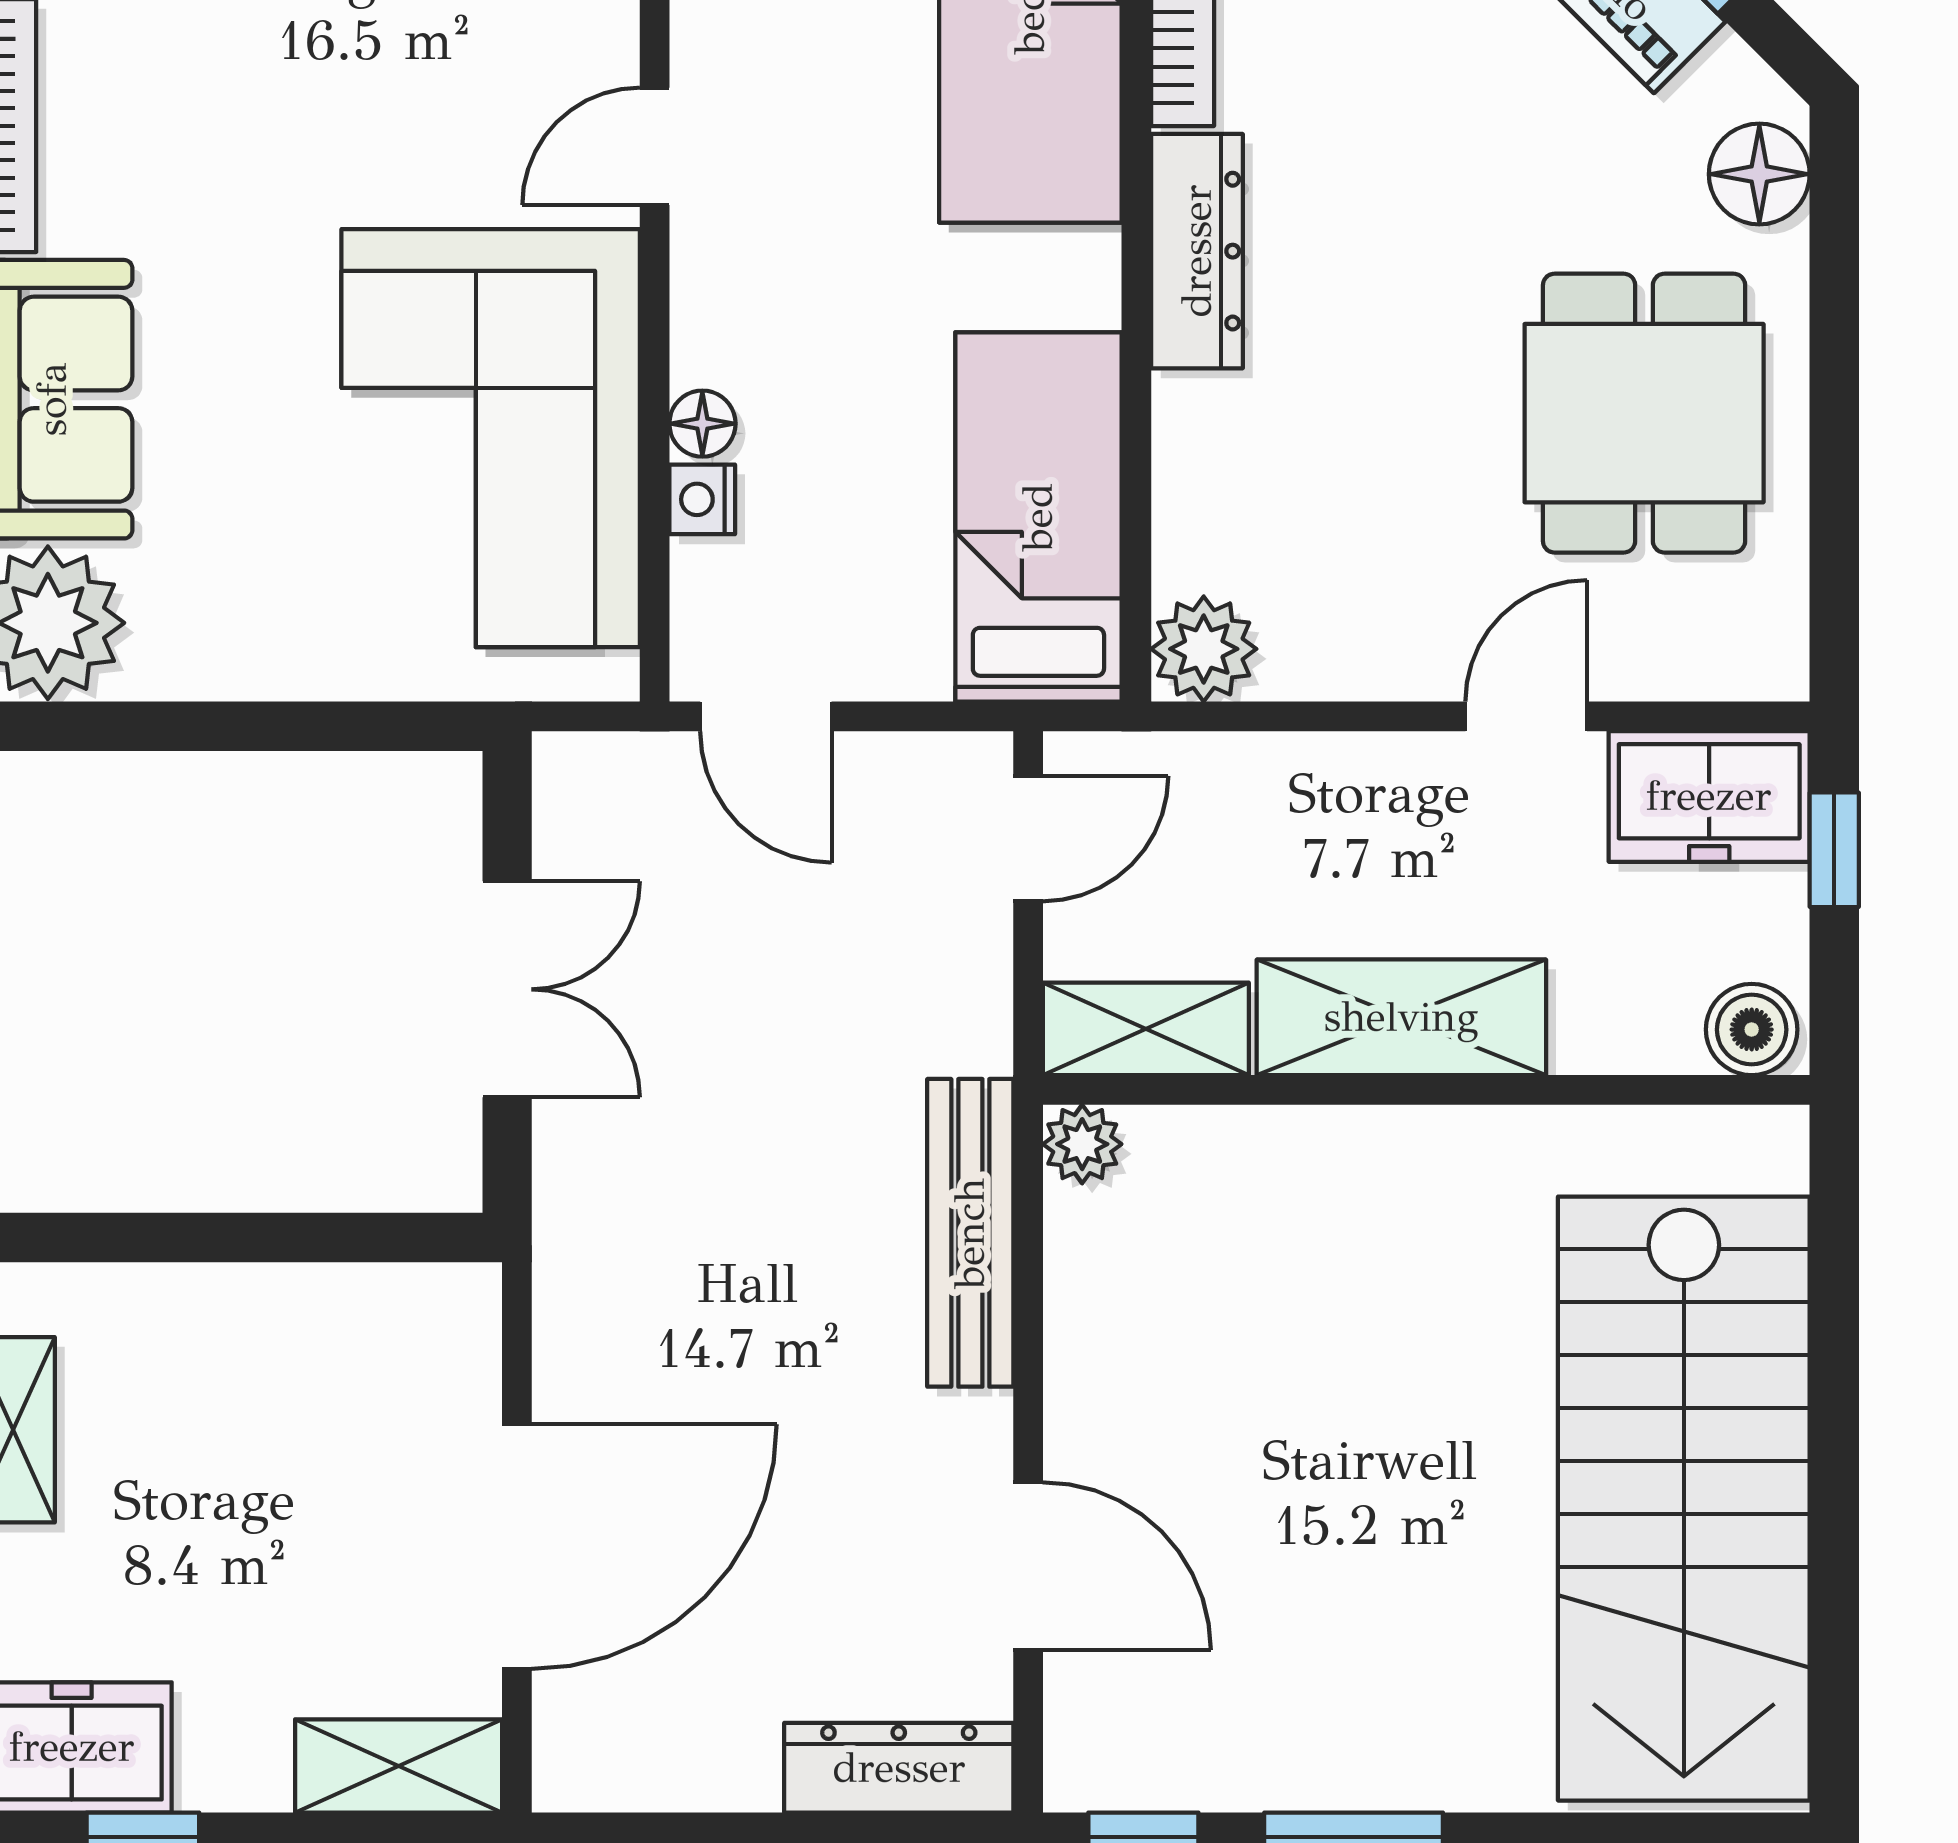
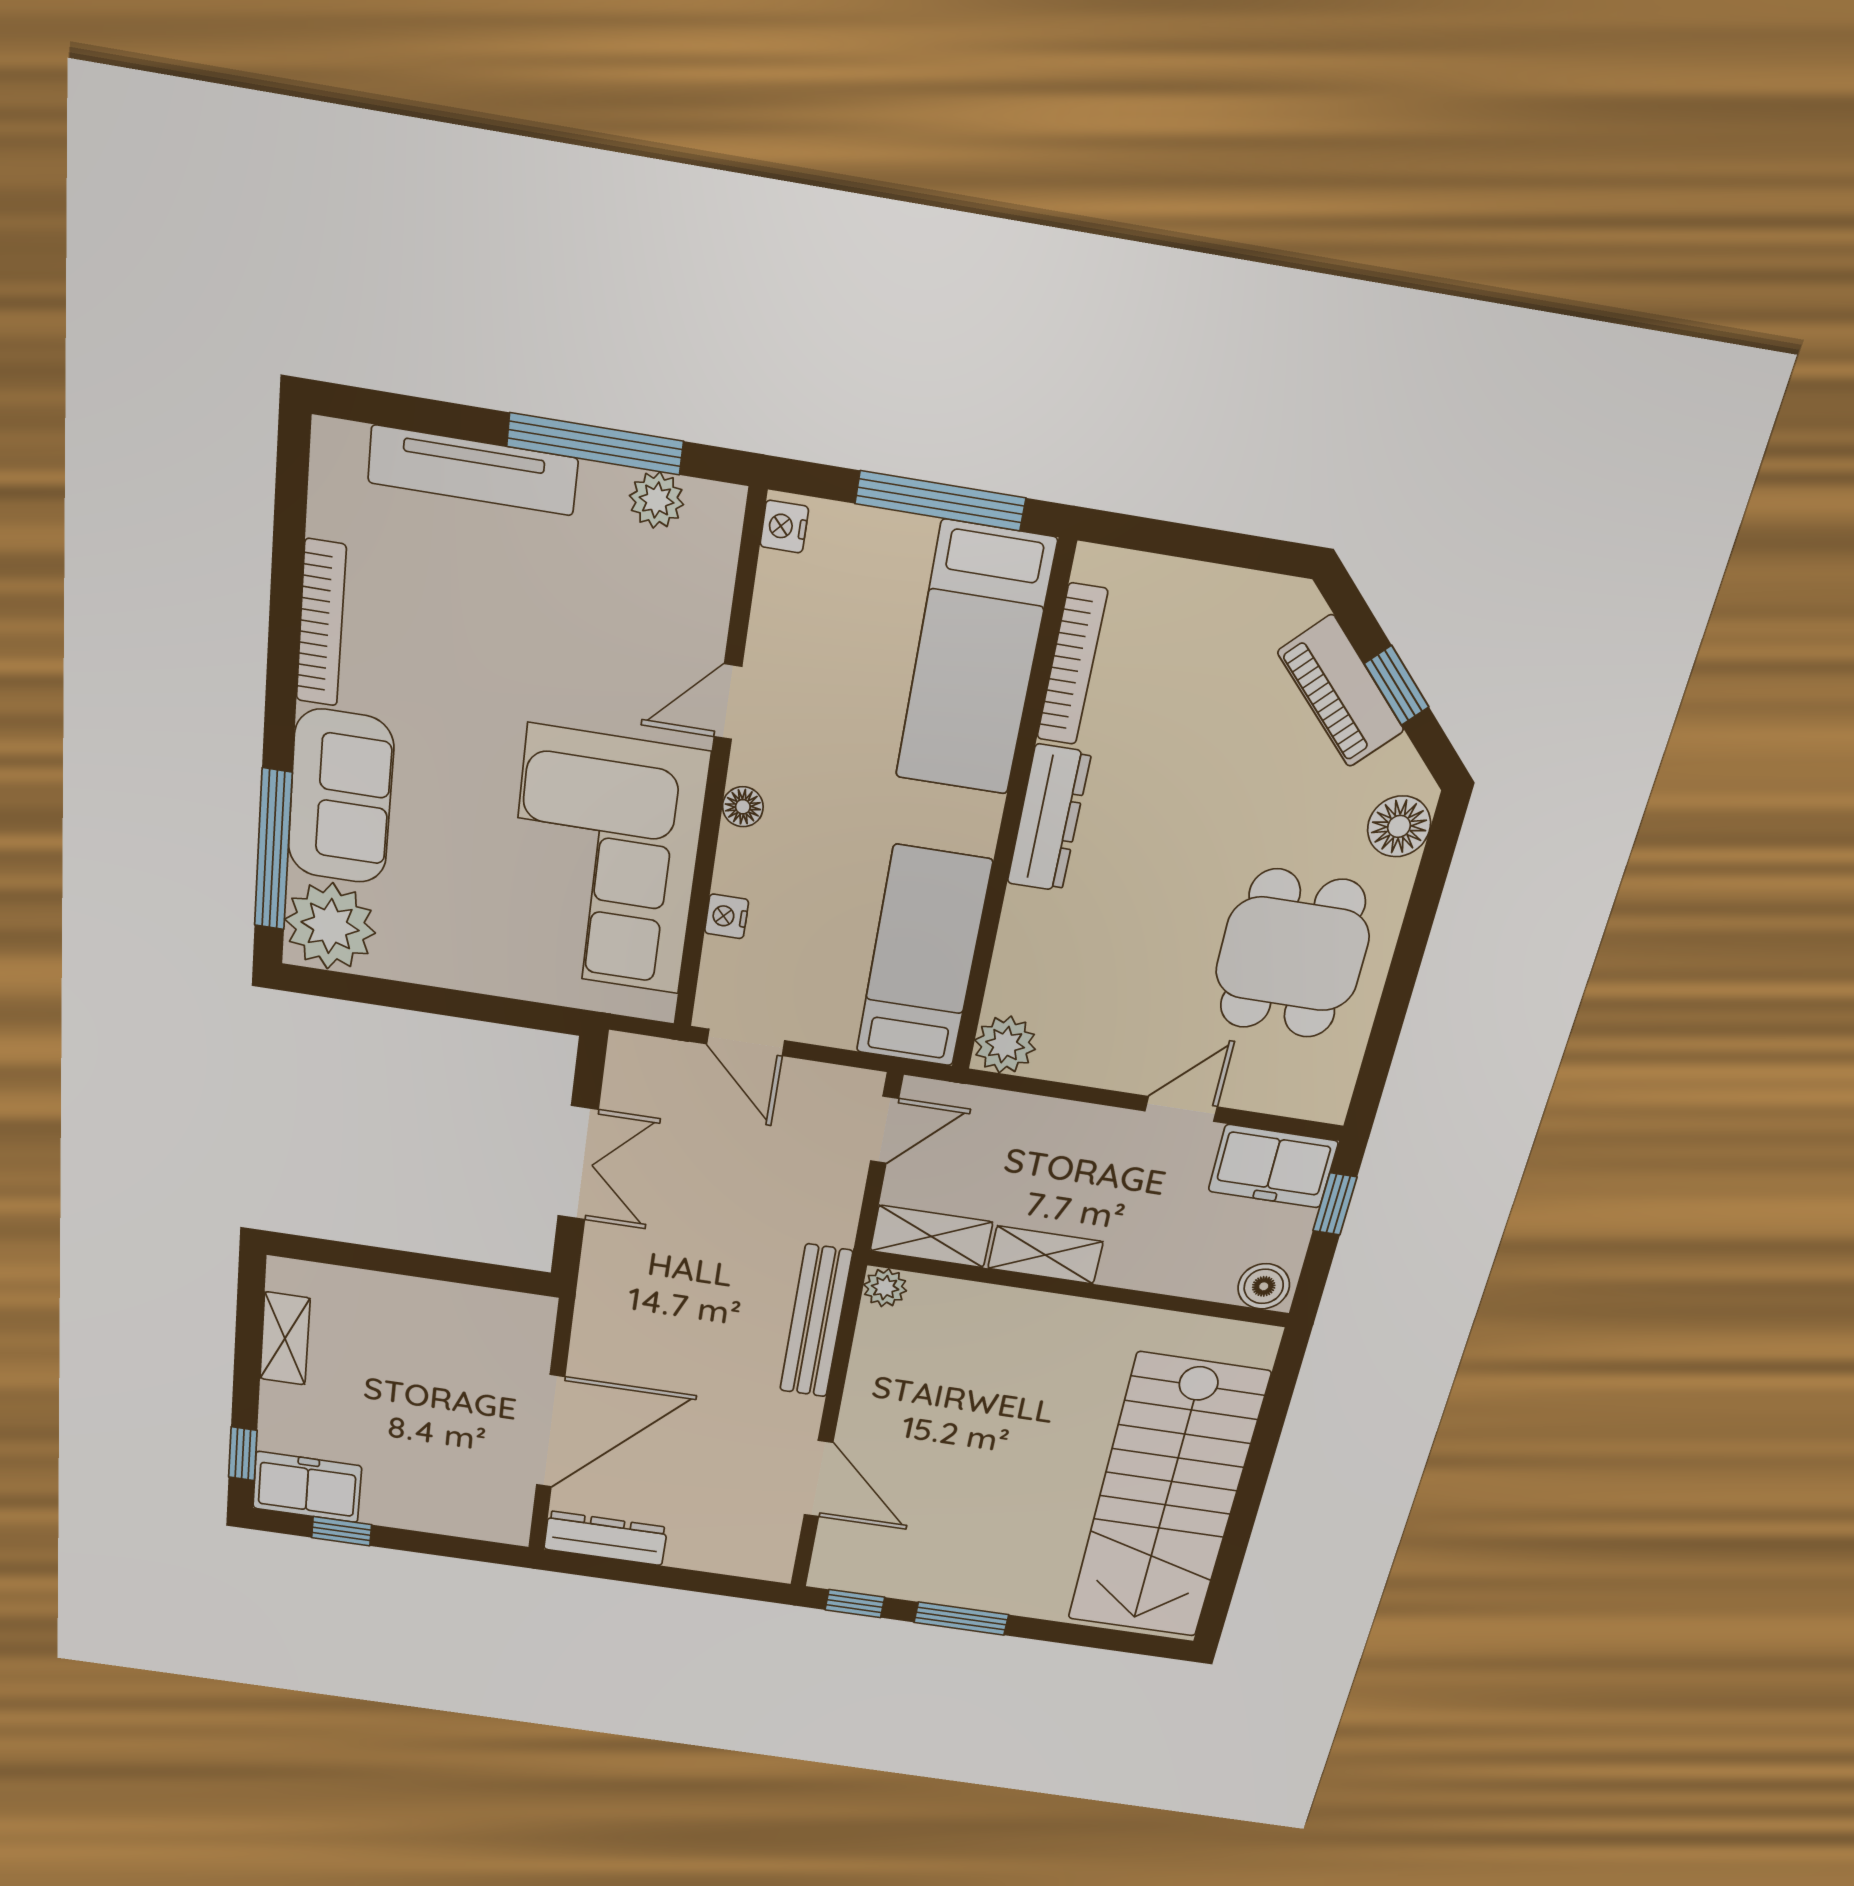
floor lamp: (702, 424) -> (743, 807), moved
shelving: (1401, 1017) -> (1045, 1255), width x0.67, depth x0.75
shelving: (399, 1766) -> (477, 1519), removed
dresser: (899, 1768) -> (605, 1538), moved

